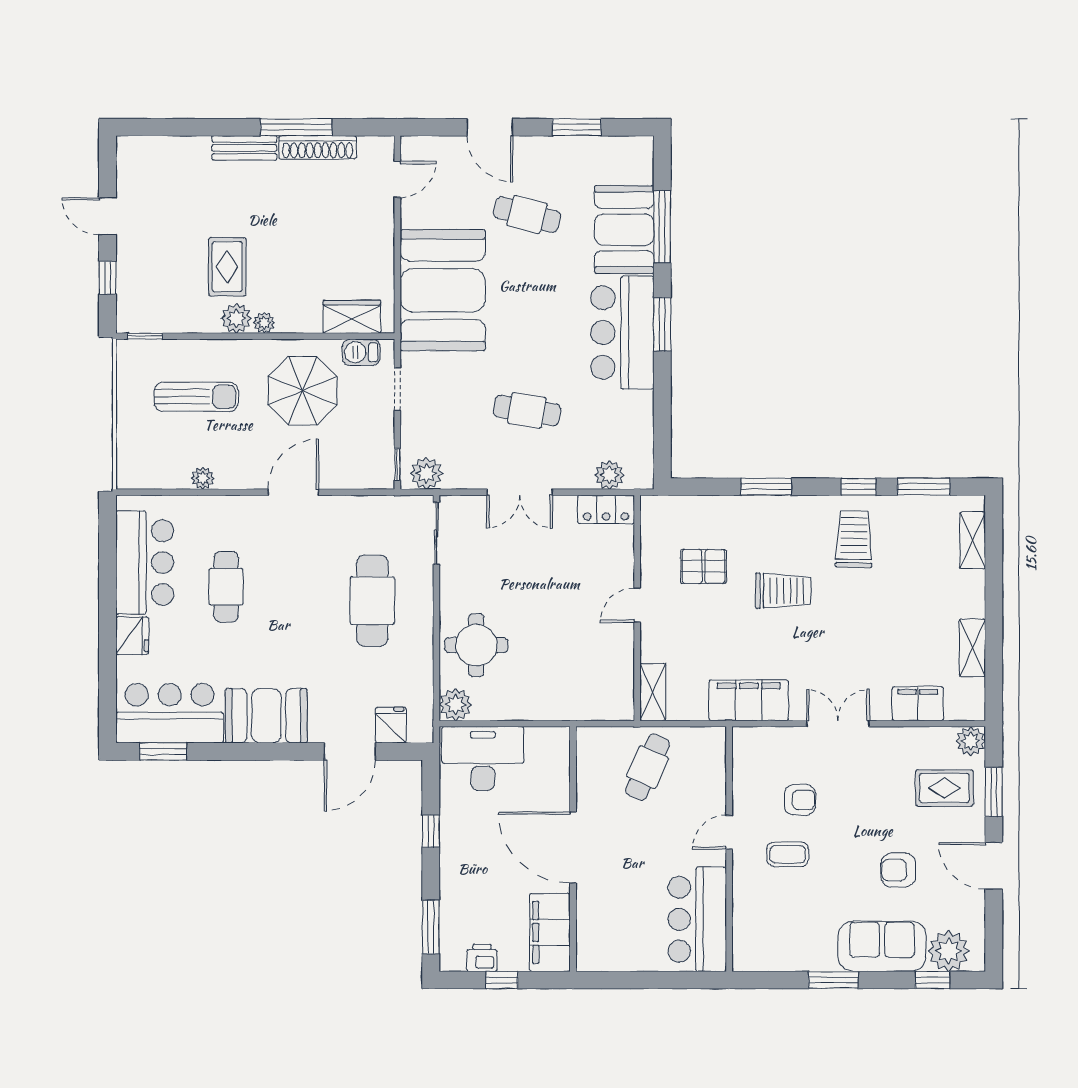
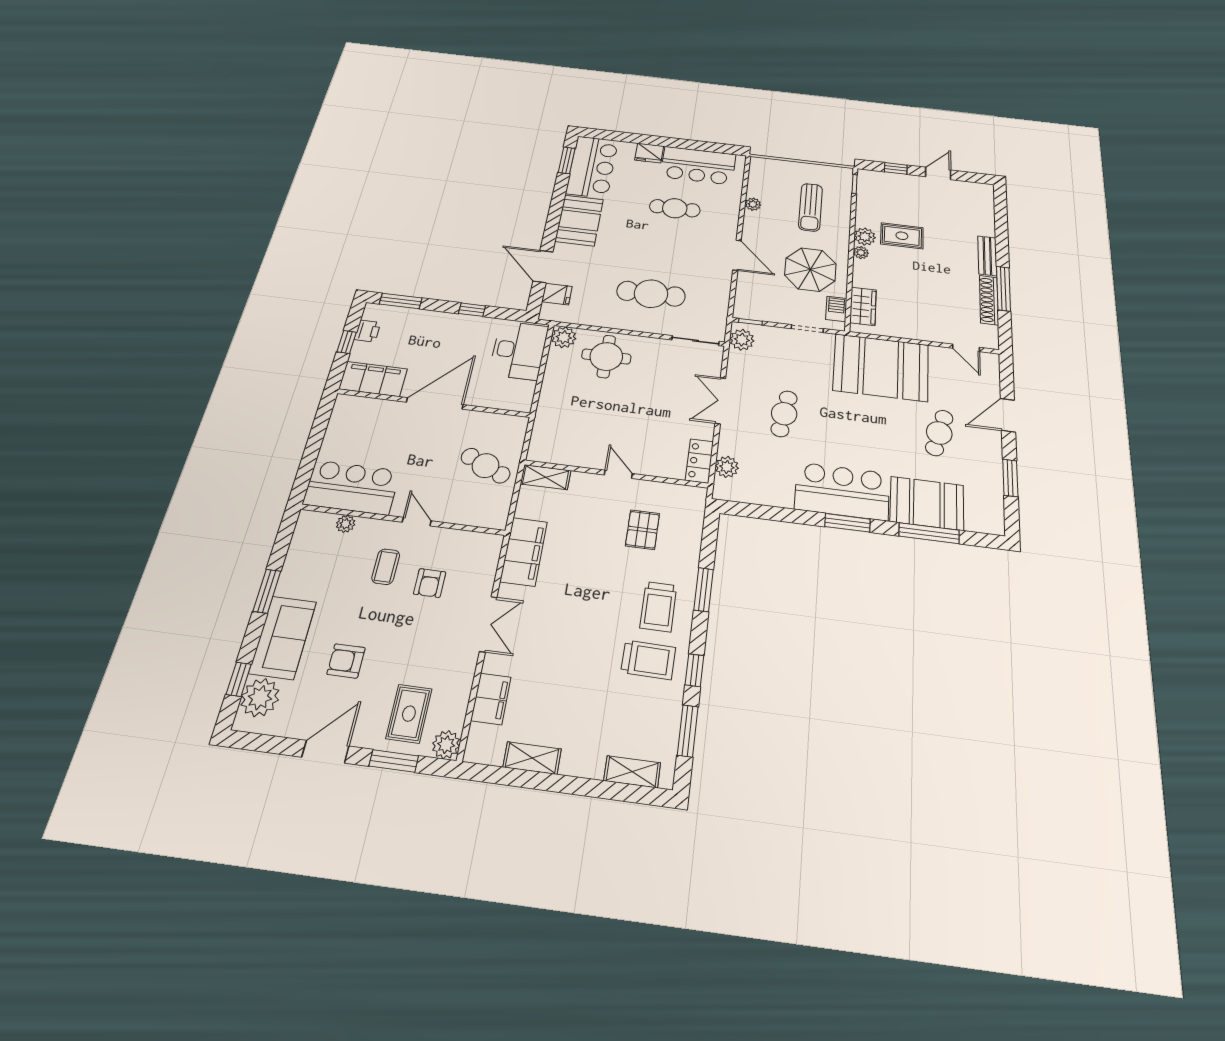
trolley: (783, 591) -> (658, 607), moved
armchair: (898, 870) -> (346, 661), turned -90
plant: (743, 914) -> (346, 524), added

